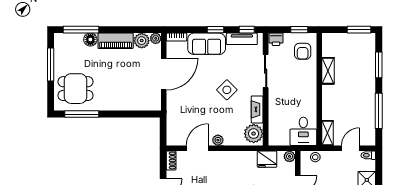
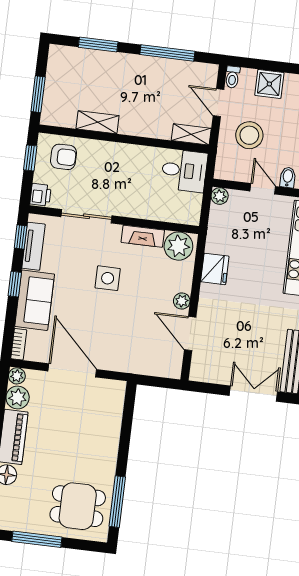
window: (359, 30) -> (38, 94), moved
dining table: (76, 89) -> (78, 506), turned 90
side table: (227, 90) -> (108, 278), turned 45
stool: (315, 157) -> (249, 135), moved, width x1.89, depth x1.89
fridge: (267, 159) -> (215, 269), moved
shoe rack: (171, 160) -> (204, 375), removed

